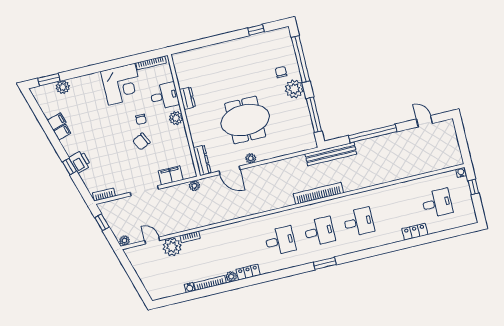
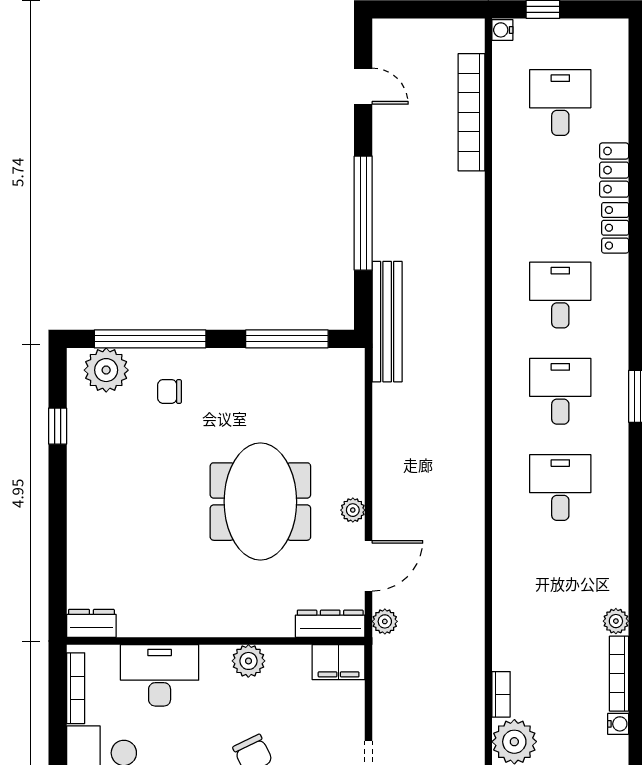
plant: (294, 89) -> (106, 370), moved
desk: (164, 96) -> (160, 675), width x1.37
dresser: (187, 98) -> (91, 623), moved
plant: (176, 118) -> (248, 661), moved
chair: (141, 119) -> (201, 743), removed
door: (424, 121) -> (363, 86), swing flipped
filing cabinet: (171, 175) -> (339, 662), moved, turned -90
plant: (194, 186) -> (385, 621), moved
bookcase: (318, 193) -> (471, 112), moved
locker: (248, 272) -> (615, 228), moved

